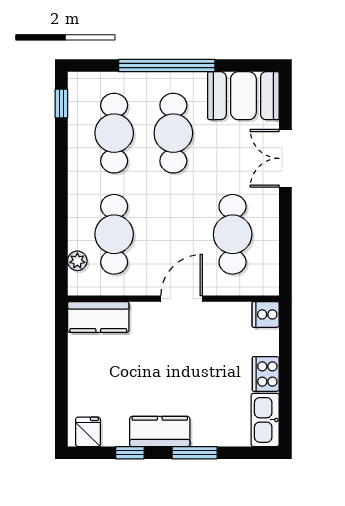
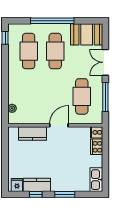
cafe table: (114, 234) -> (29, 96), removed
window: (285, 236) -> (105, 97), added
kitchen counter: (98, 317) -> (32, 133), moved
cooker: (266, 374) -> (97, 147), moved
kitchen counter: (160, 431) -> (37, 185), moved

